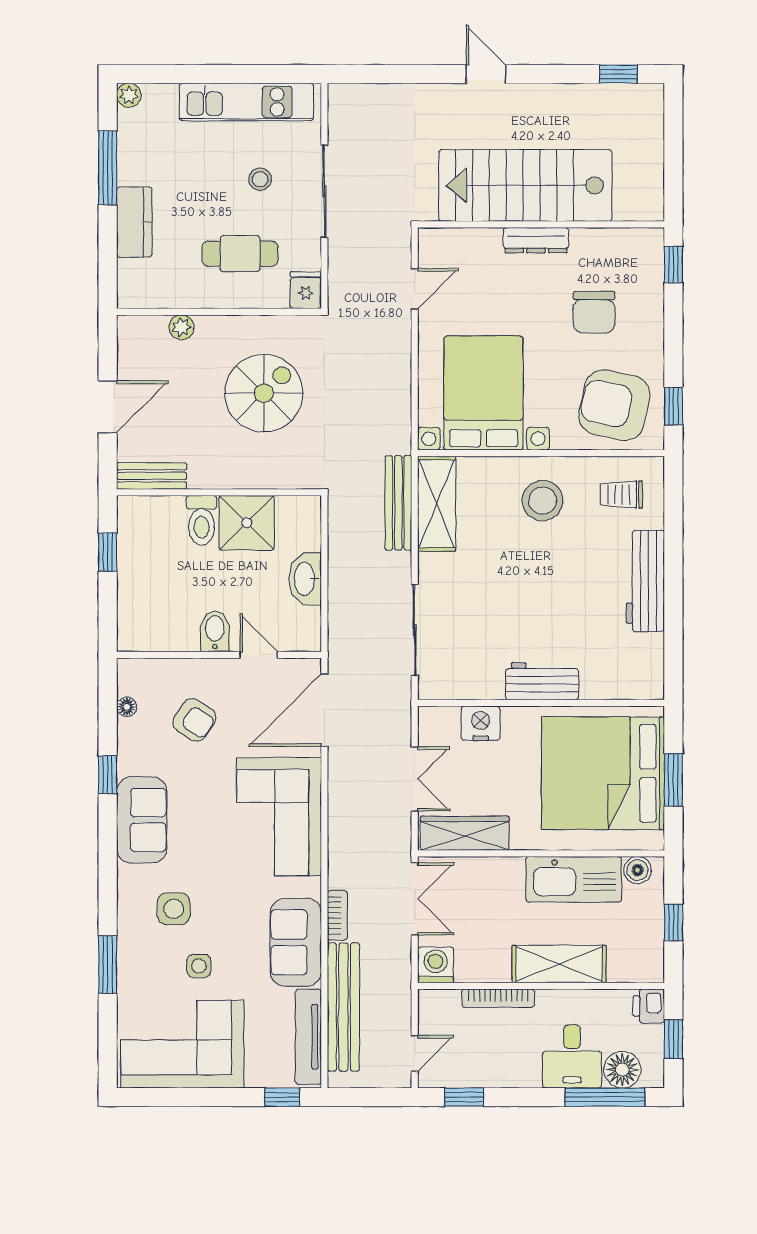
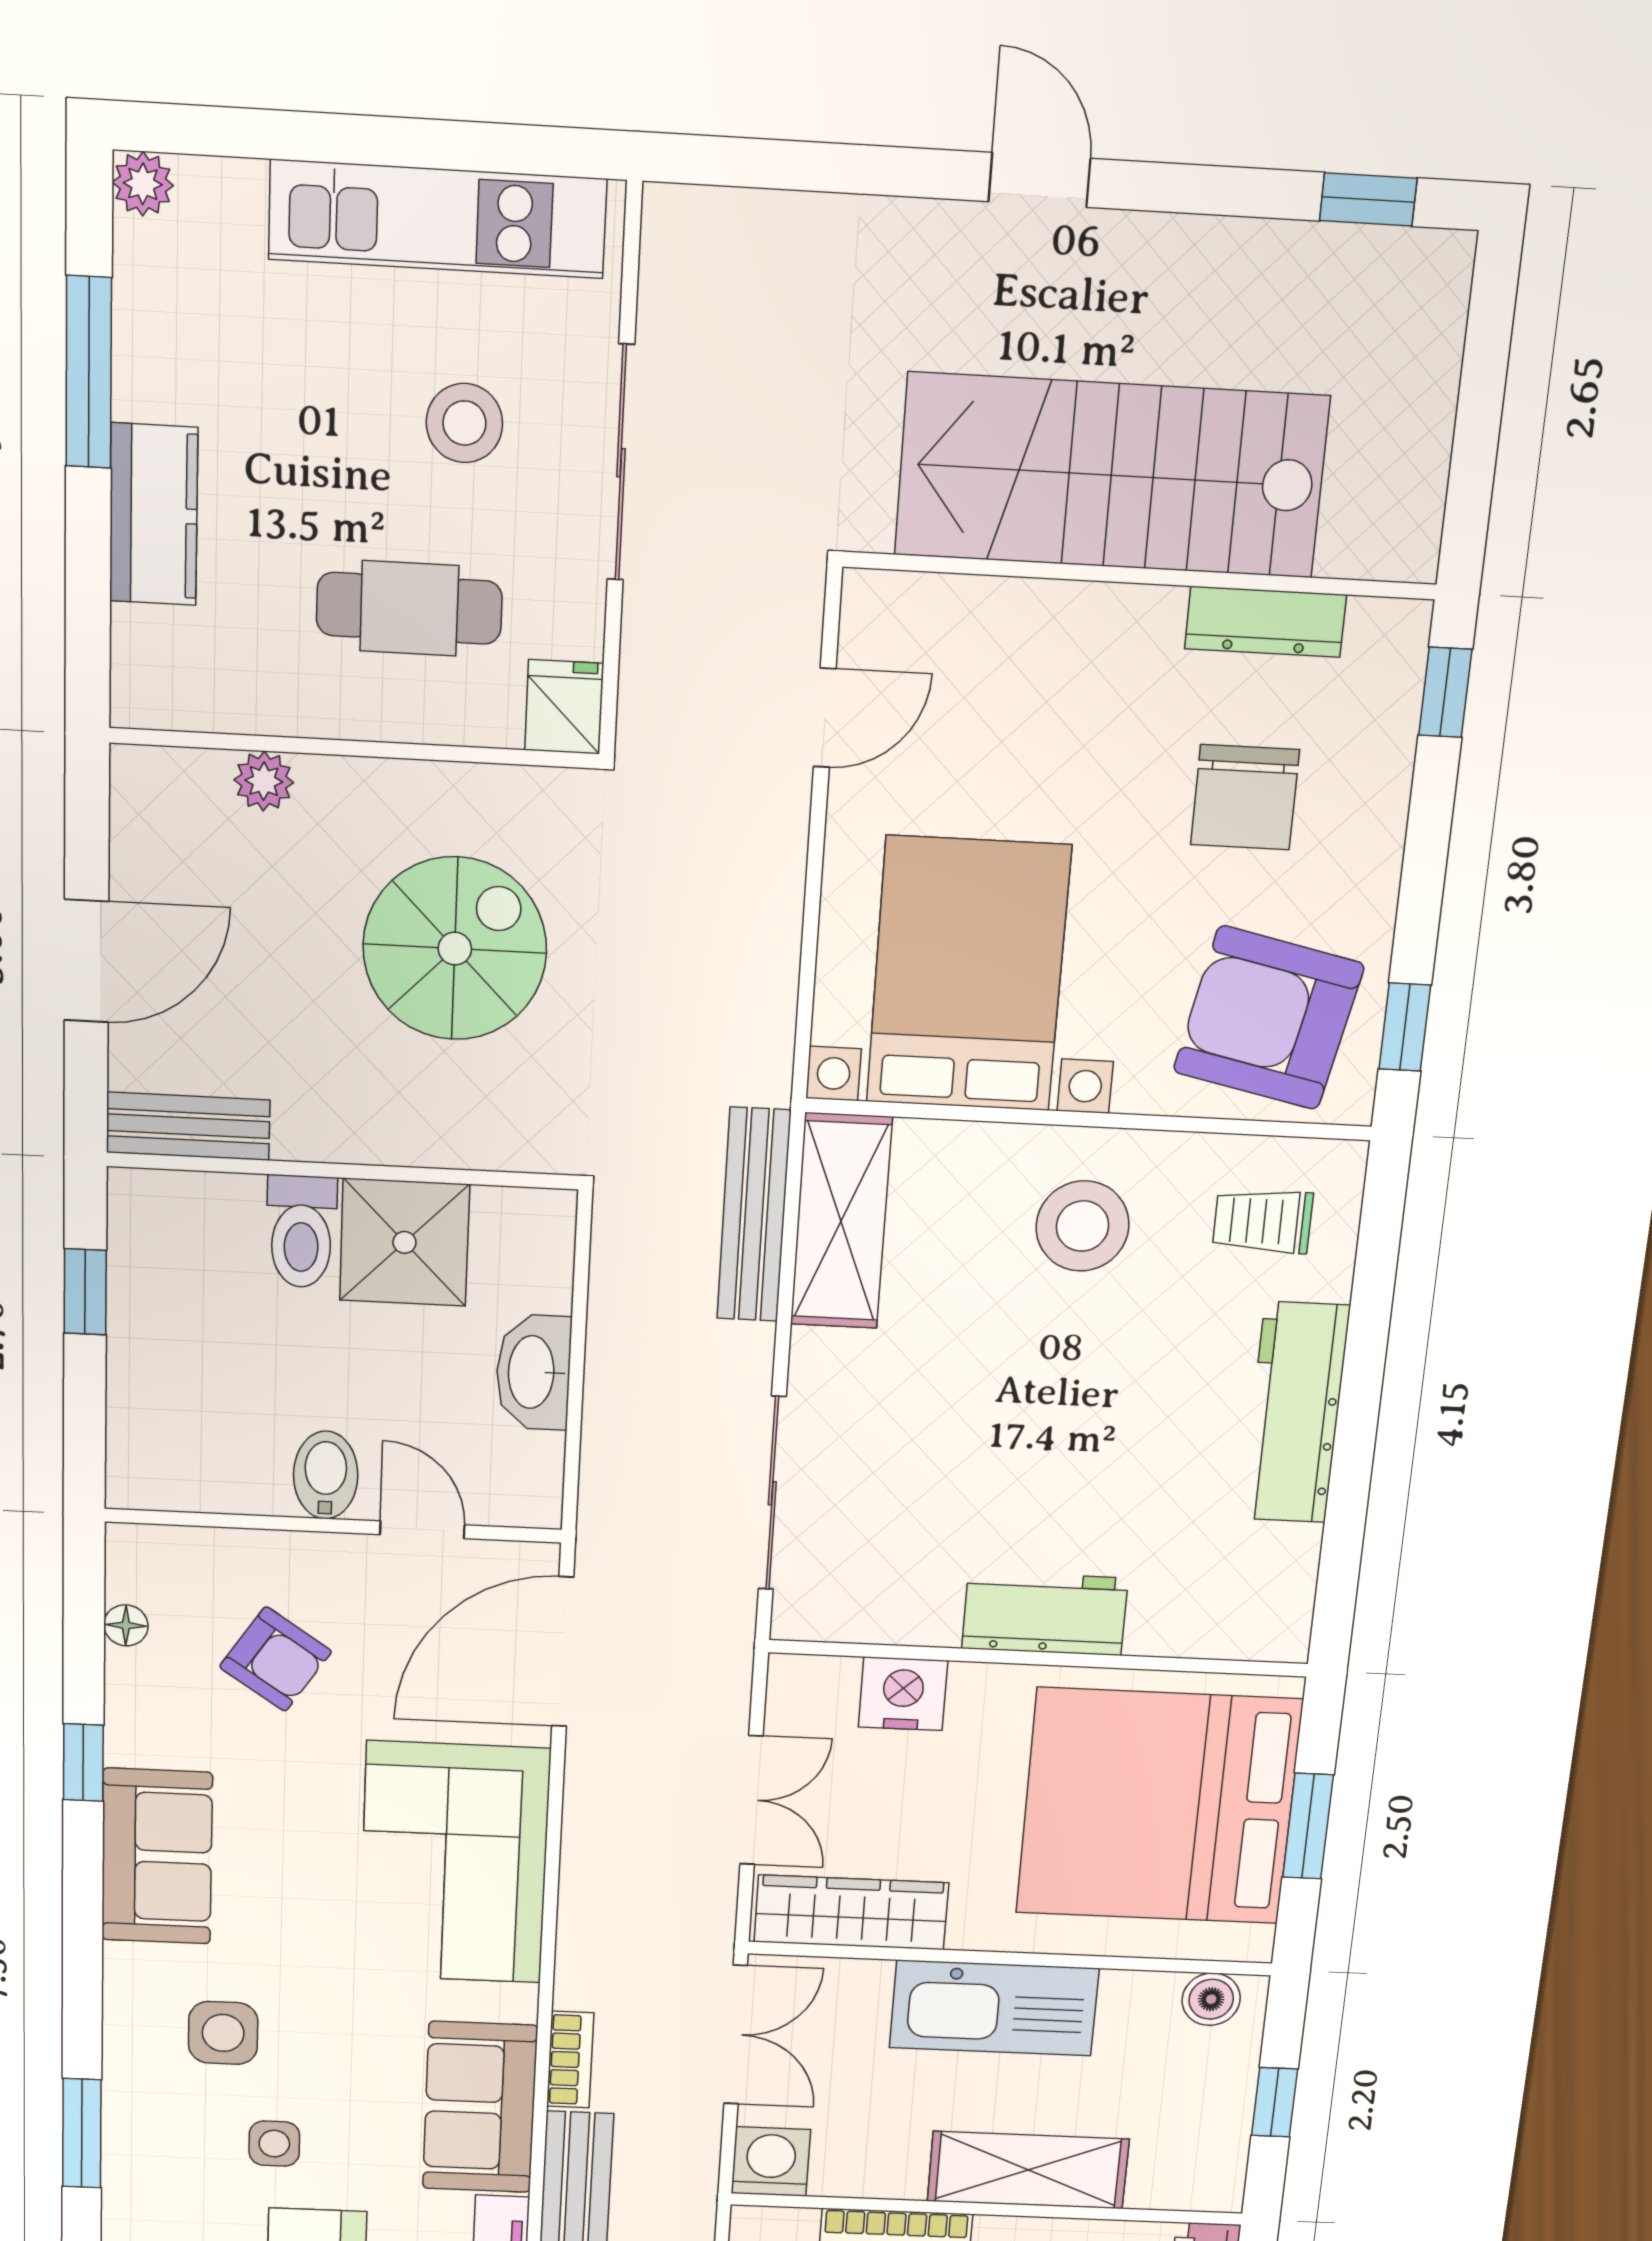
stool: (260, 179) -> (464, 423), width x1.37, depth x1.37
dresser: (536, 240) -> (1266, 622), moved
kitchen sink: (574, 879) -> (994, 2008), moved

